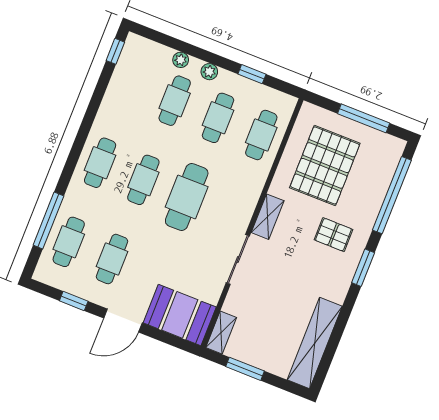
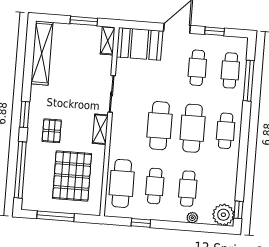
plant: (209, 72) -> (223, 215), moved, width x1.88, depth x1.88
cafe table: (261, 135) -> (122, 183), width x1.37, depth x1.35
cafe table: (143, 180) -> (193, 128), width x1.37, depth x1.35
pallet: (333, 235) -> (52, 131), turned 90

